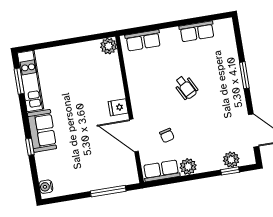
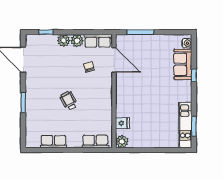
fridge: (118, 107) -> (122, 123), moved
sofa: (42, 131) -> (183, 64), moved
door: (134, 135) -> (114, 60), moved
plant: (231, 160) -> (64, 40), moved

